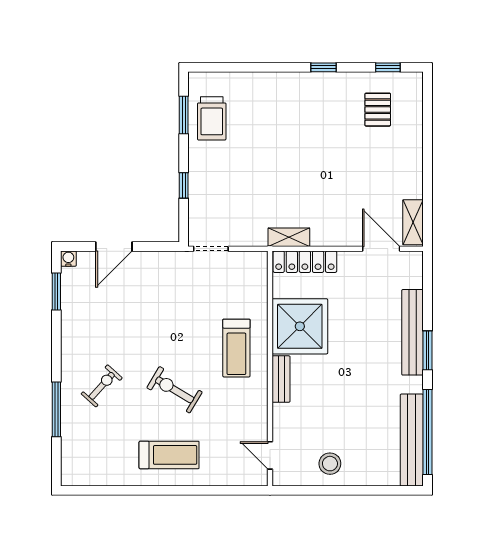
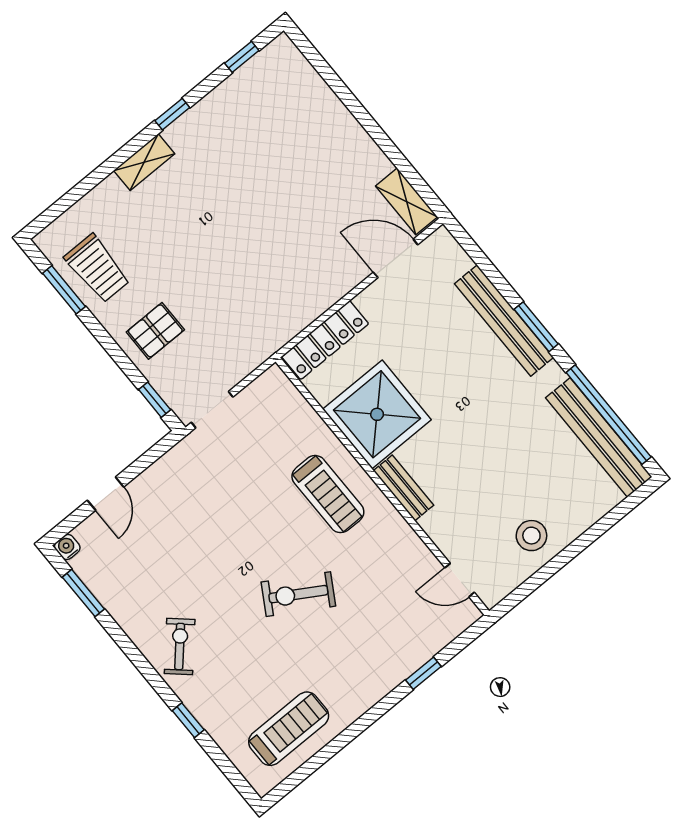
pallet: (378, 110) -> (155, 331), moved, turned 90
window: (184, 185) -> (155, 400), moved
shelving: (289, 237) -> (144, 162), moved
door: (114, 247) -> (106, 494), width x0.73
exercise bike: (102, 386) -> (180, 646), moved
window: (56, 409) -> (188, 720), width x0.46
treadmill: (169, 455) -> (289, 729), moved
window: (208, 490) -> (423, 673), added

